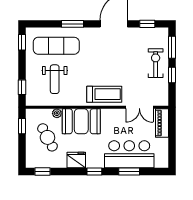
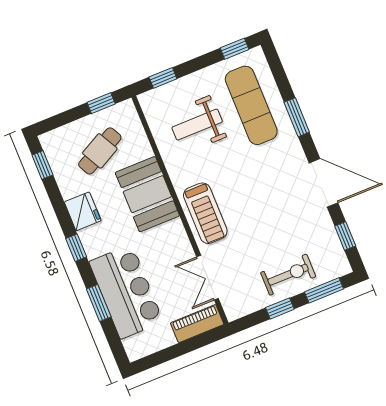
plant: (57, 113) -> (144, 150), removed

